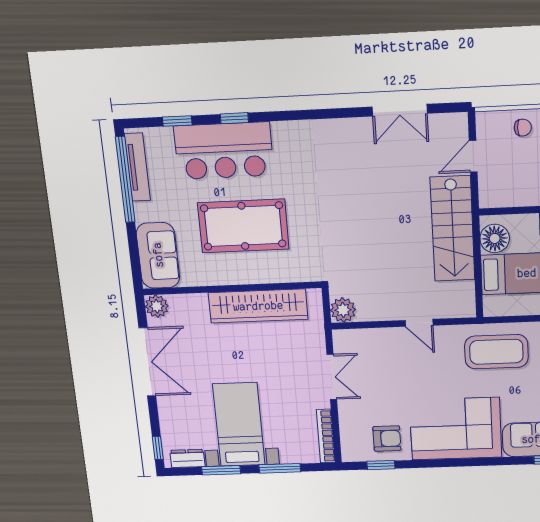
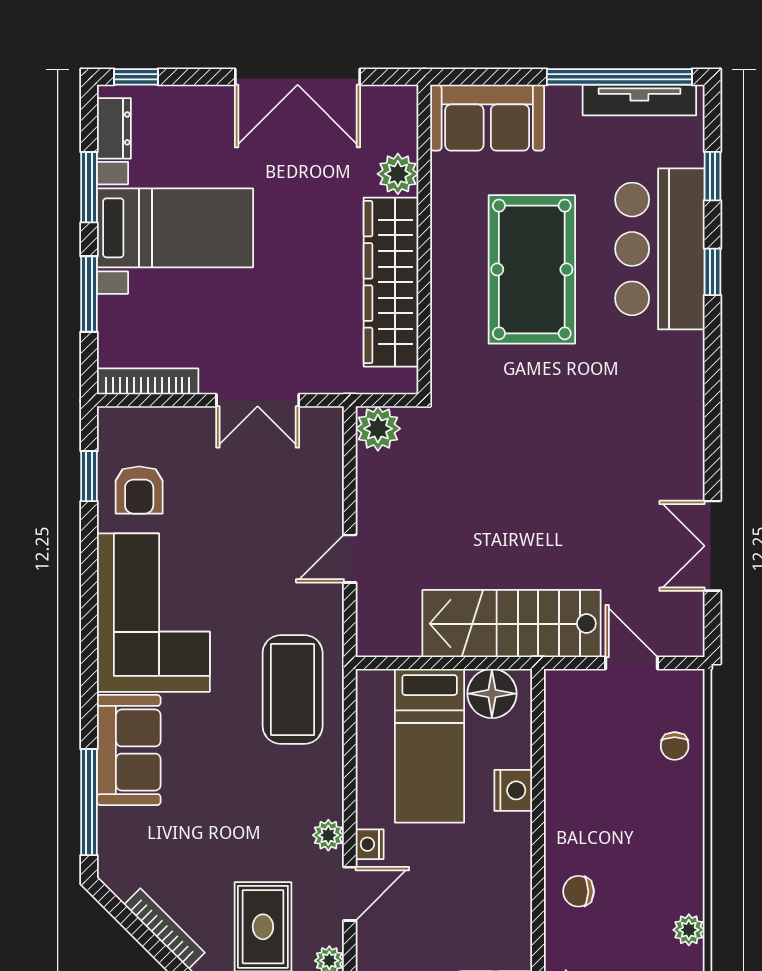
plant: (157, 306) -> (398, 174), moved

